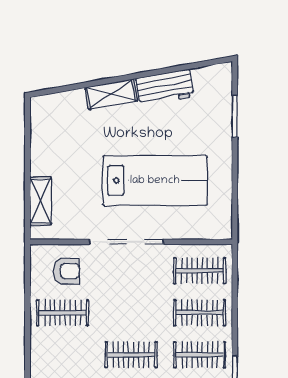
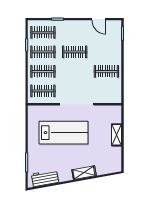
workbench: (165, 88) -> (45, 178), moved
lab bench: (155, 181) -> (64, 133), turned 180
shelving: (41, 201) -> (117, 135), moved
armchair: (66, 271) -> (105, 91), removed

